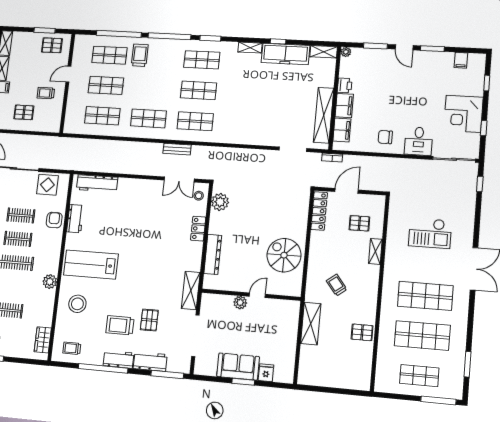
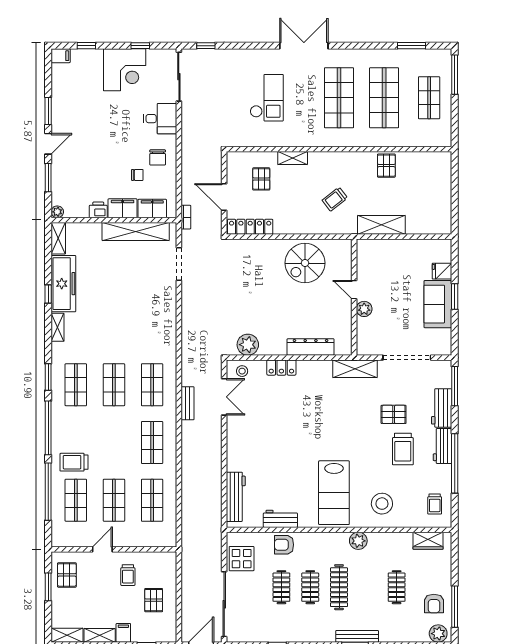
filing cabinet: (461, 60) -> (61, 56), moved
door: (68, 74) -> (102, 549), swing flipped
chair: (372, 119) -> (137, 175), added

